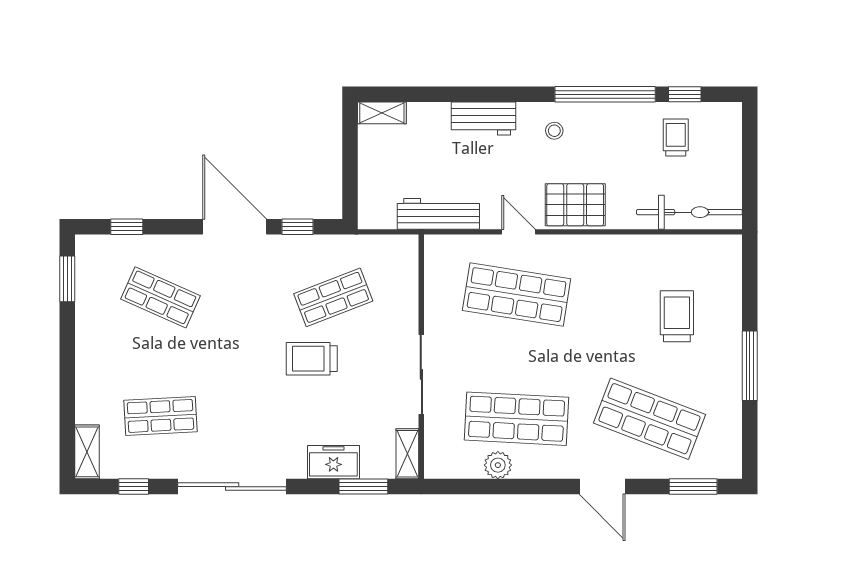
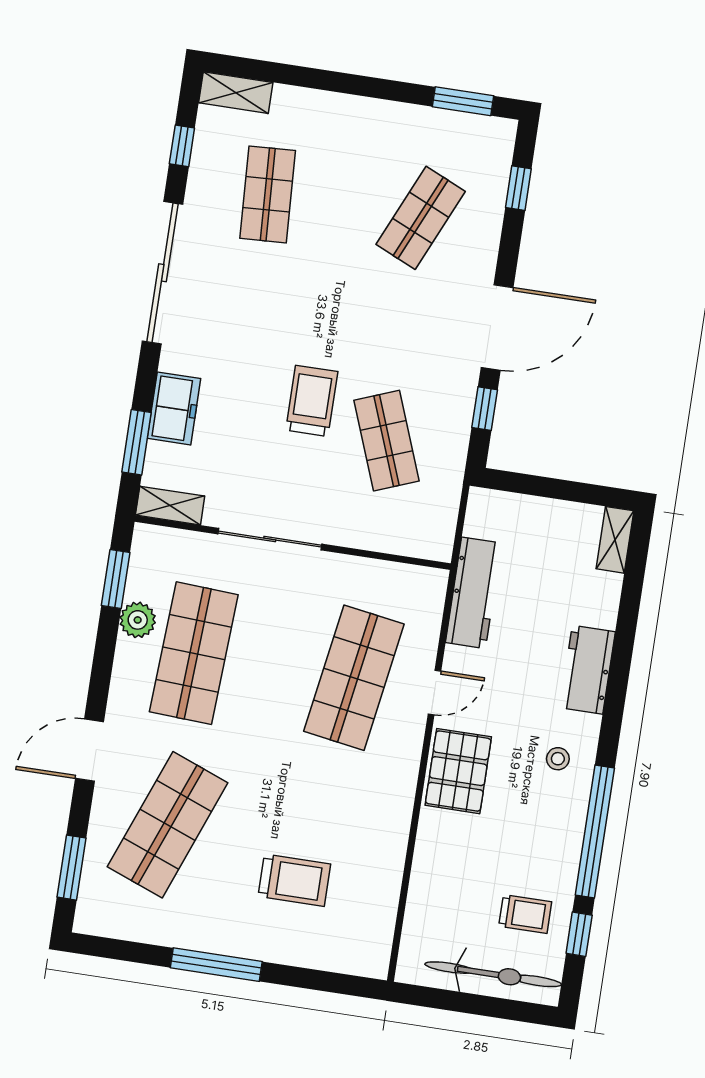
bicycle: (689, 212) -> (493, 974), moved, turned -90
window: (469, 487) -> (116, 579), added

